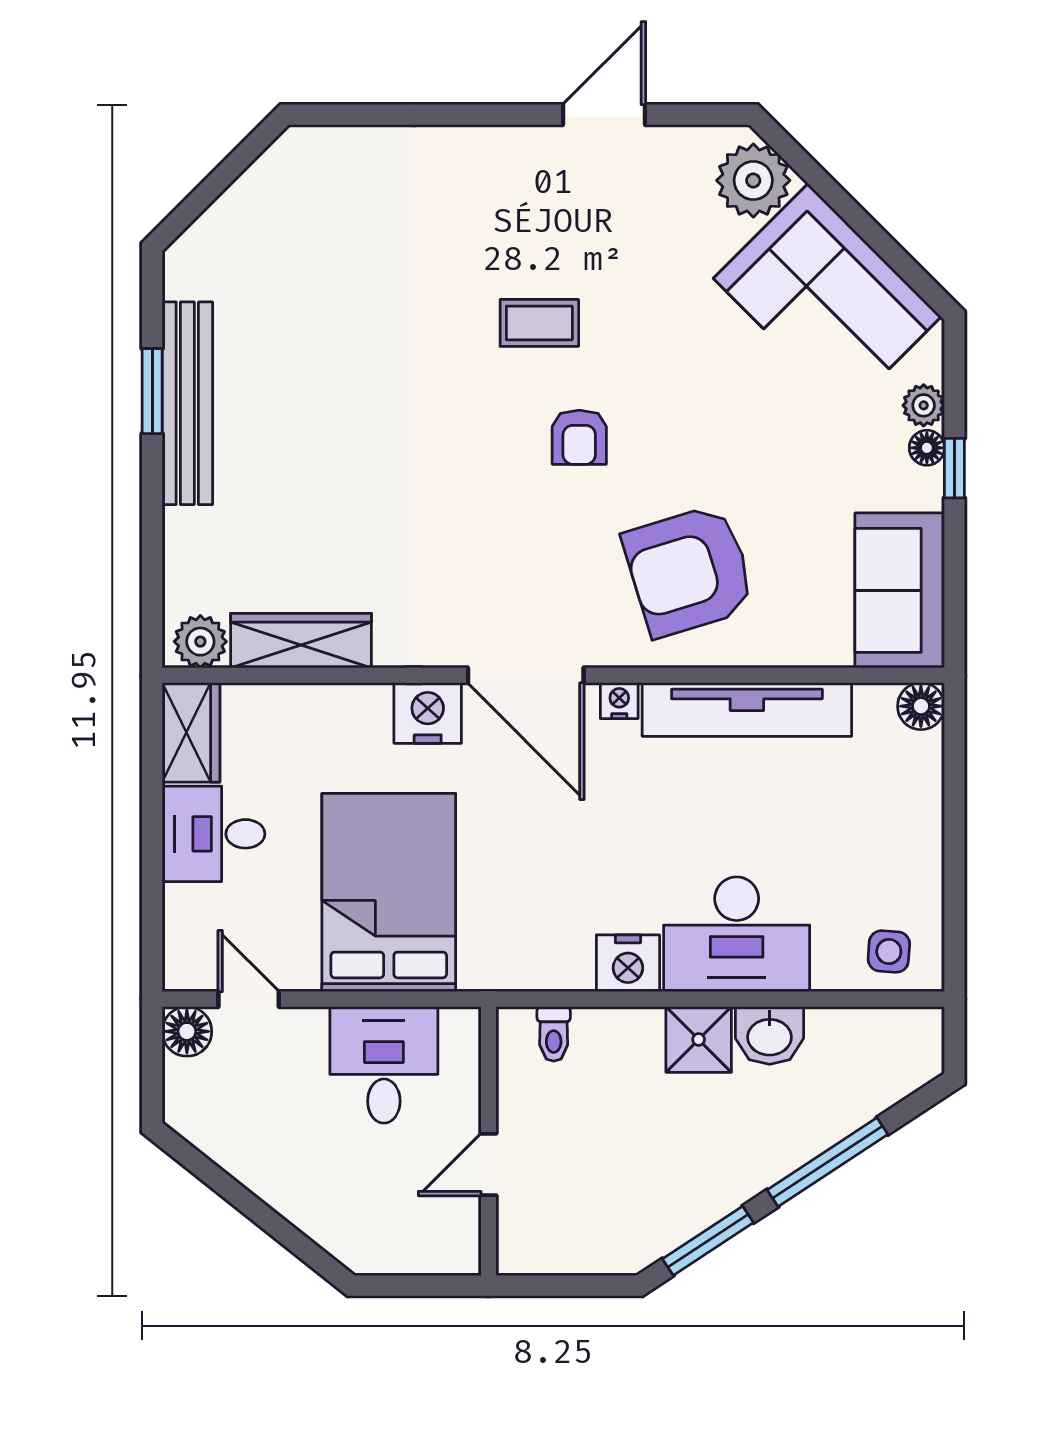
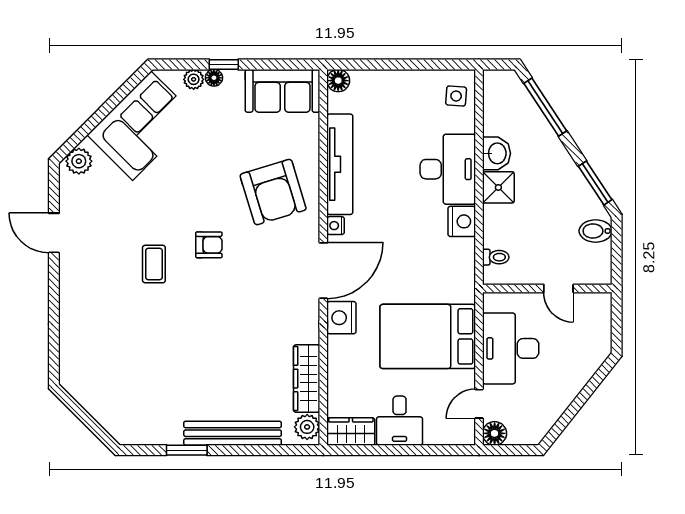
plant: (753, 180) -> (79, 161), width x0.73, depth x0.73
bench: (187, 403) -> (233, 433), moved
desk: (384, 1065) -> (511, 348), width x1.37
window: (827, 1162) -> (545, 107), moved
bidet: (608, 1242) -> (596, 231), added

